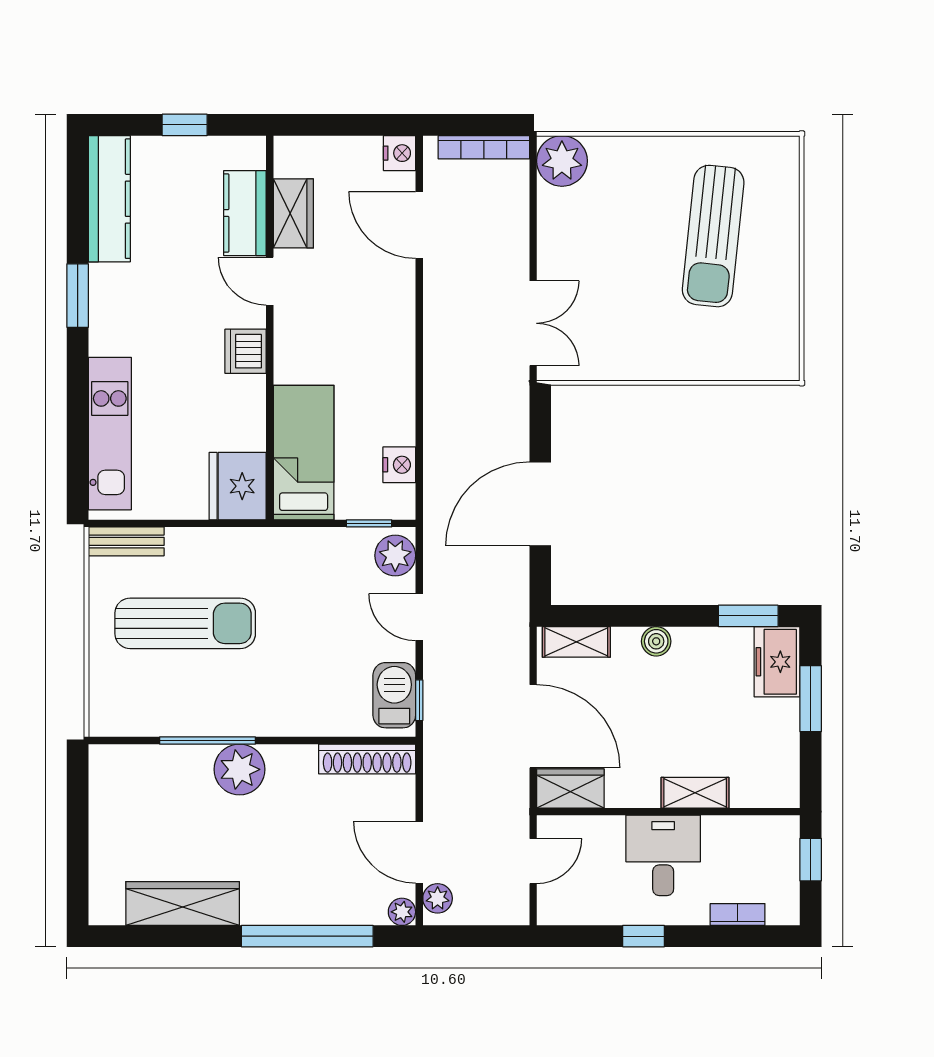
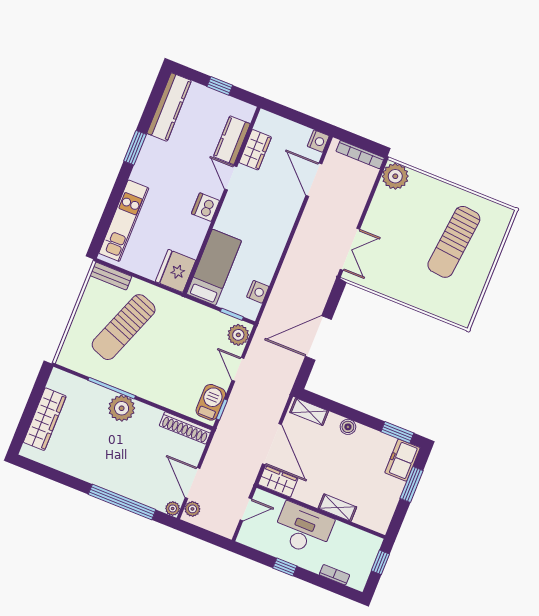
sun lounger: (185, 623) -> (124, 327), turned 111
desk: (663, 855) -> (303, 529), width x1.37
wardrobe: (183, 904) -> (45, 419), moved, turned 90

